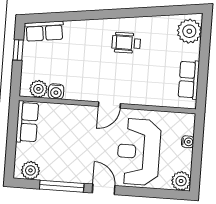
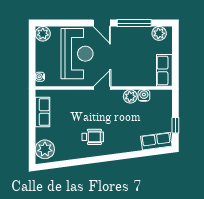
plant: (38, 89) -> (130, 96), moved
water cooler: (188, 142) -> (40, 77), moved

